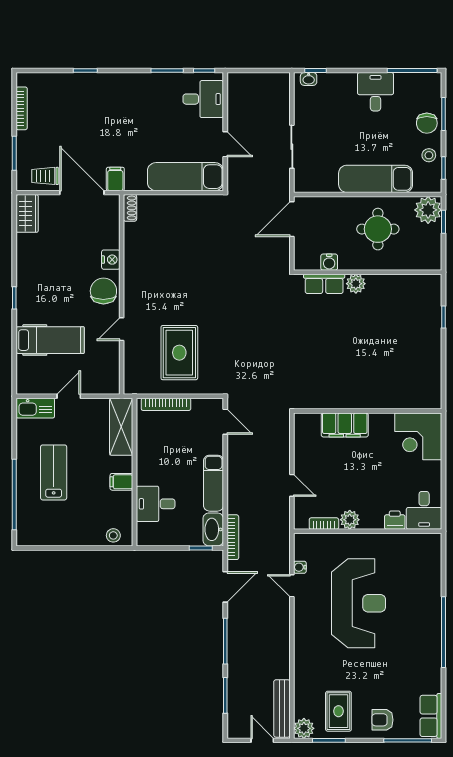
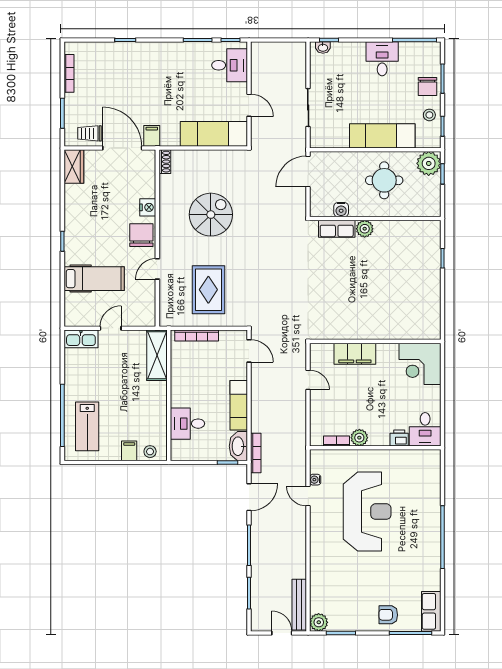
spiral stairs: (182, 268) -> (211, 215), added
lab bench: (54, 472) -> (87, 426), moved, turned 180
filing cabinet: (121, 482) -> (129, 451), moved, turned 90
door: (292, 485) -> (308, 380), moved
rug: (338, 711) -> (349, 607), removed

